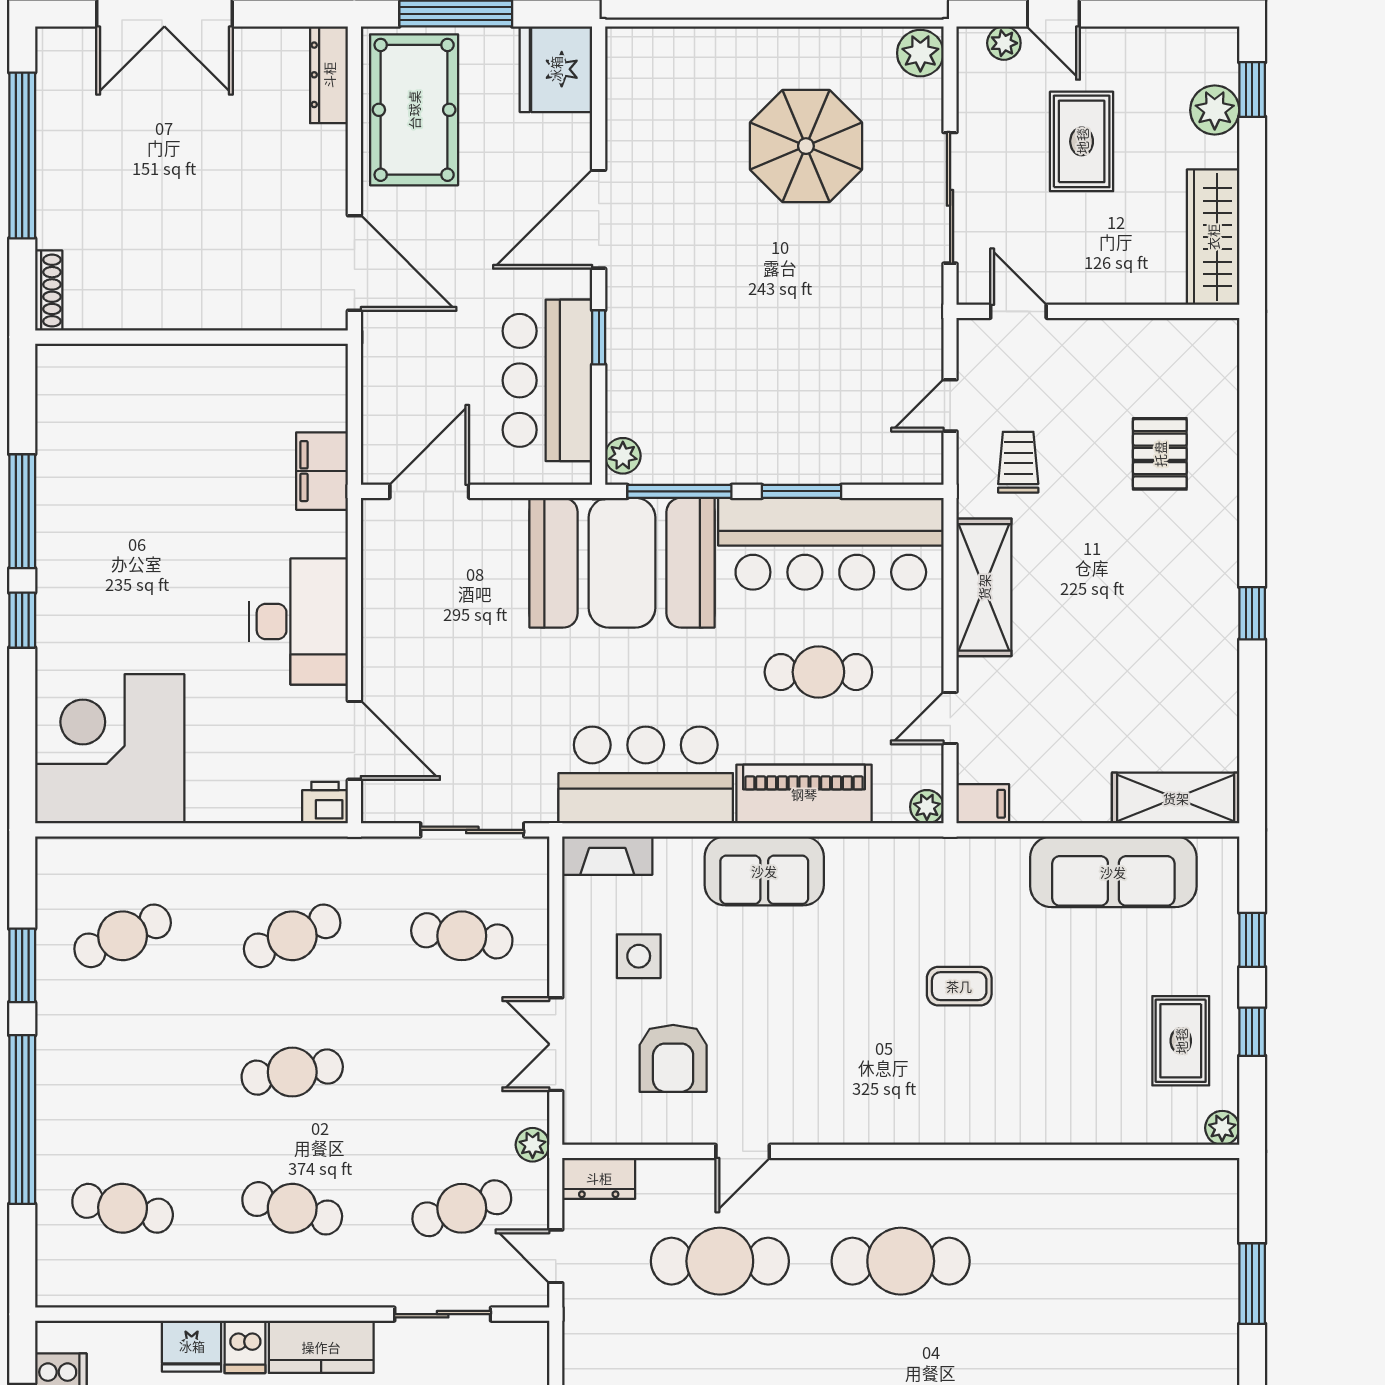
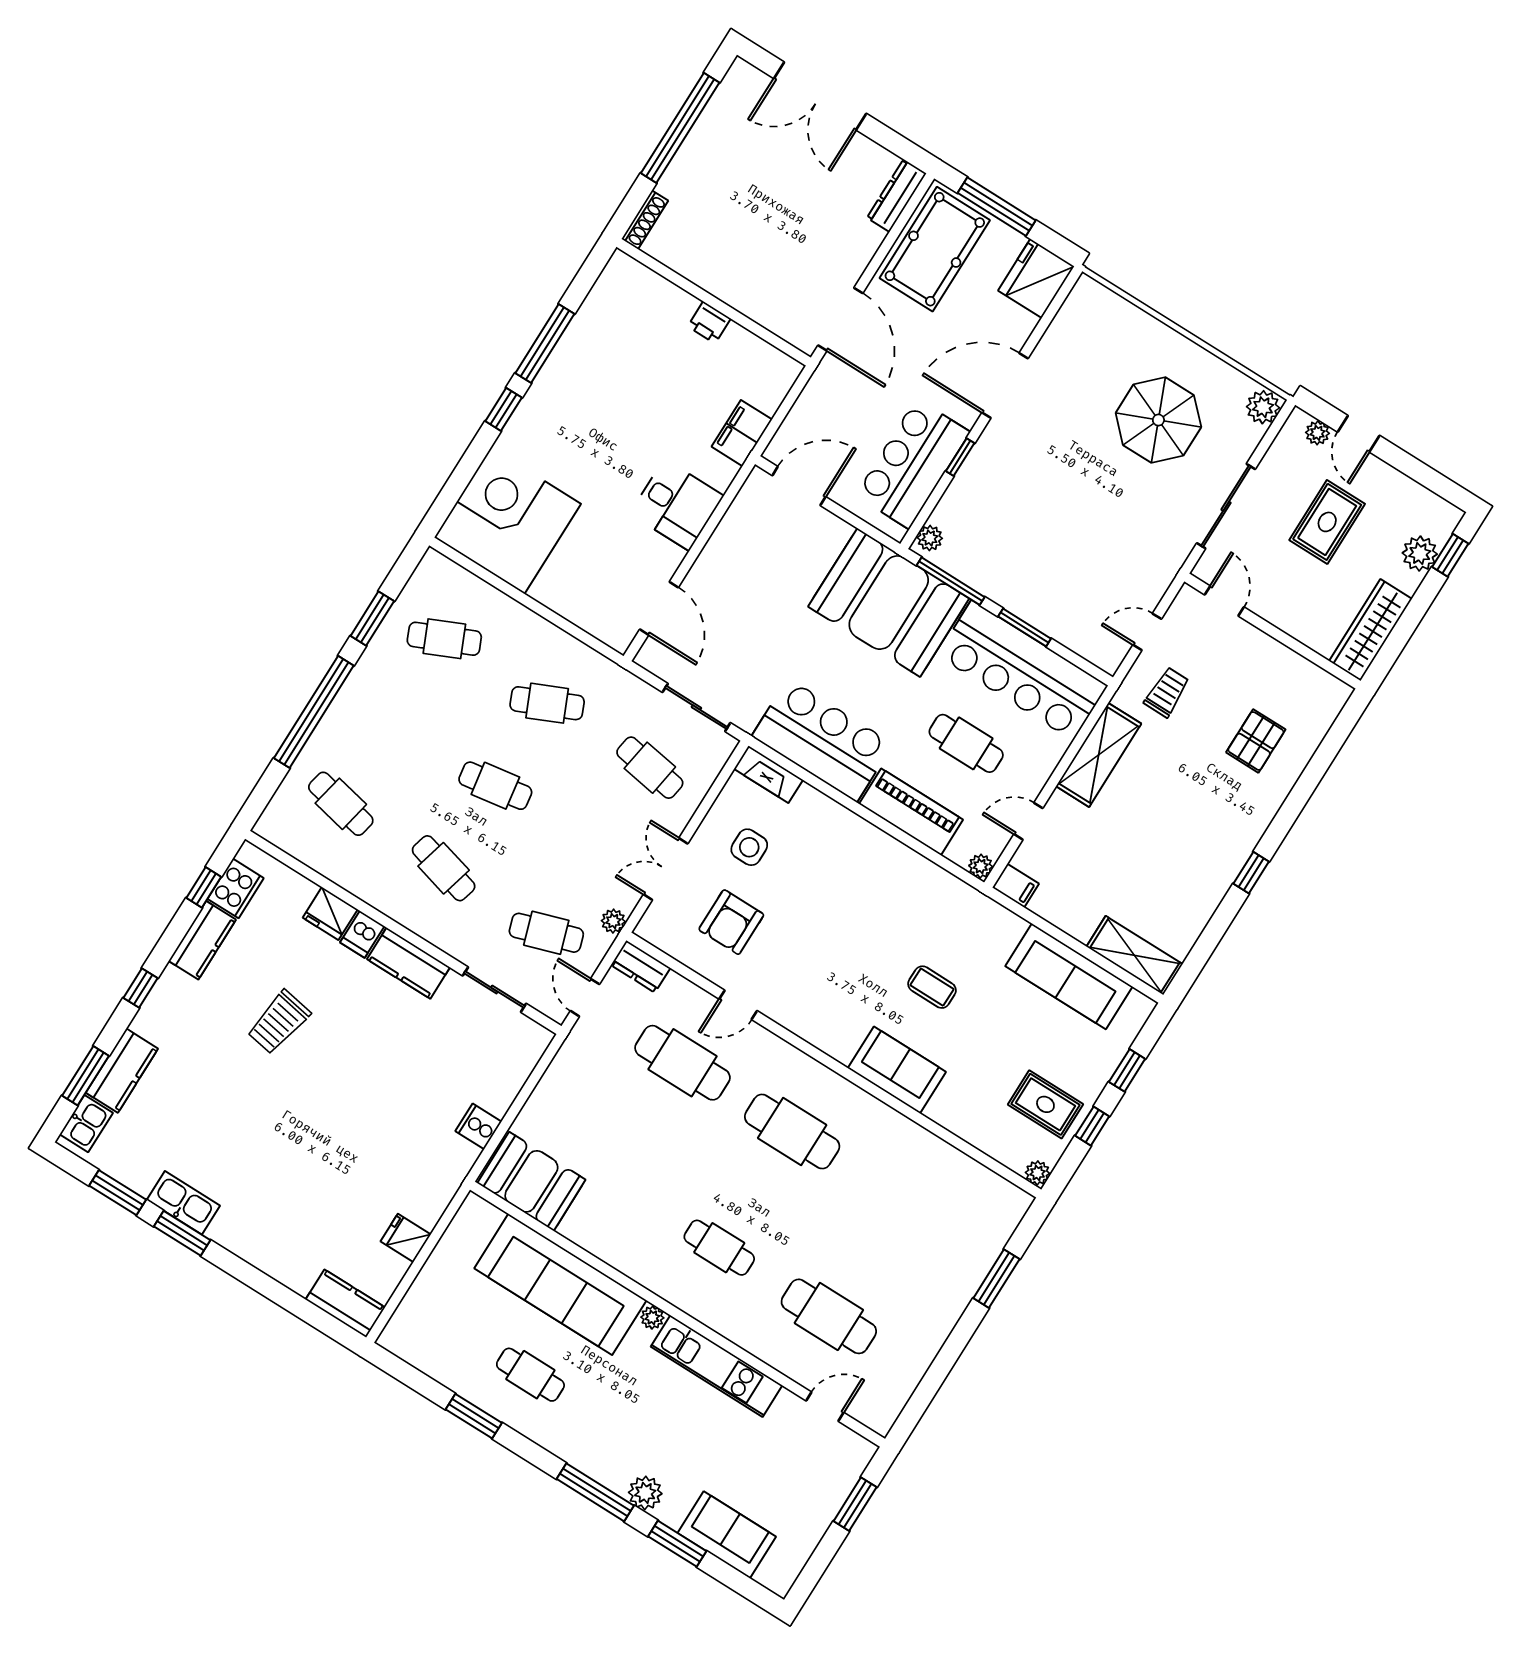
desk: (298, 621) -> (677, 505), width x0.73
printer: (325, 803) -> (709, 322), moved, turned 180
sofa: (764, 871) -> (897, 1070), moved, turned 180
rug: (1181, 1041) -> (1045, 1104), turned 90

